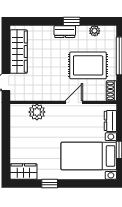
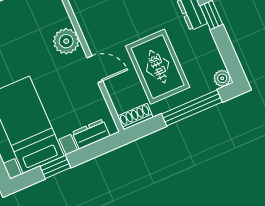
plant: (95, 31) -> (222, 78), moved
plant: (37, 112) -> (66, 41), moved

